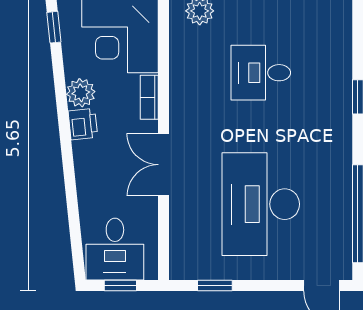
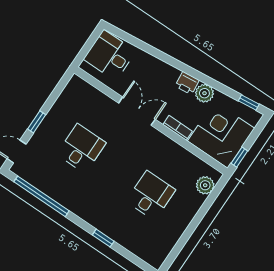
desk: (261, 204) -> (81, 148), width x0.53, depth x0.77
window: (120, 286) -> (89, 45), removed
window: (215, 286) -> (37, 122), moved

